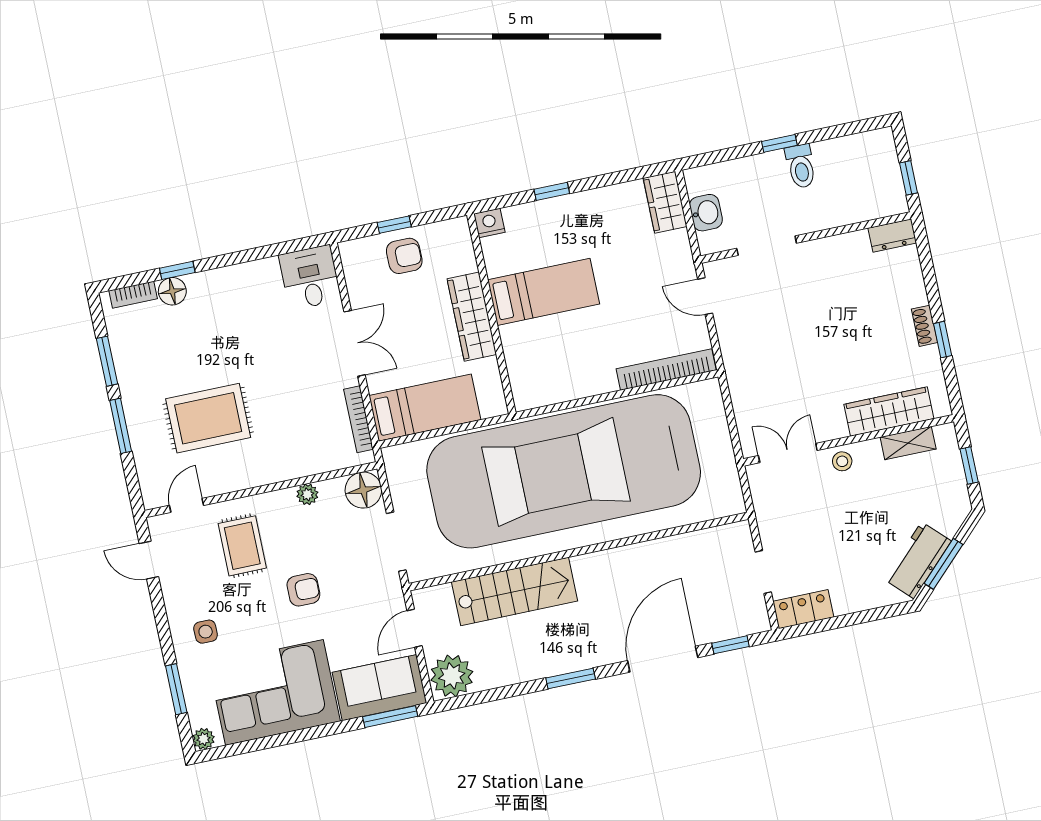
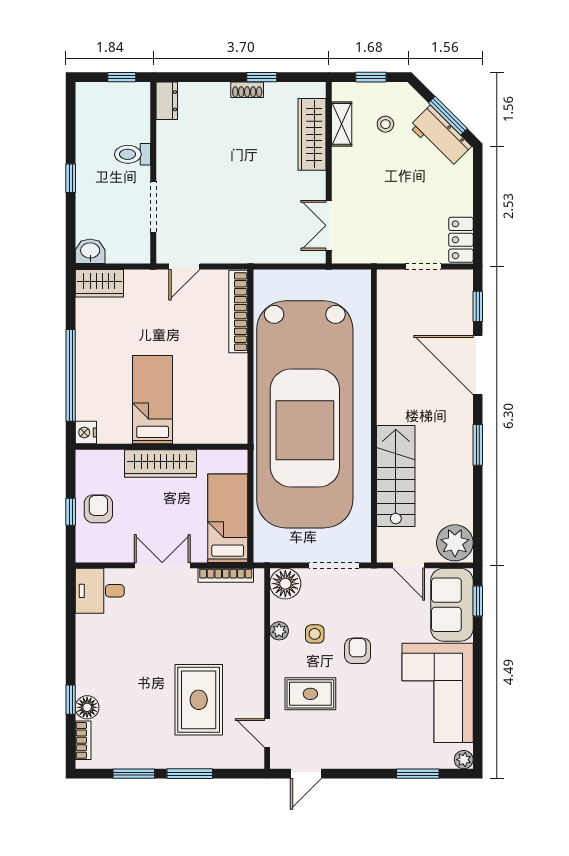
toilet: (801, 166) -> (133, 154), moved, turned 180
window: (552, 191) -> (71, 375), width x3.17
washbasin: (706, 213) -> (90, 251), moved
stool: (842, 461) -> (385, 124), moved
side table: (206, 632) -> (315, 634), moved
window: (390, 717) -> (478, 601), width x0.67

